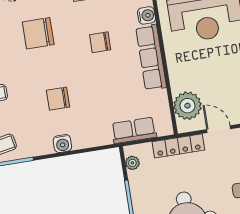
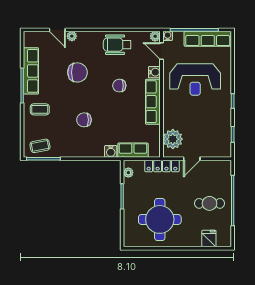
chair: (38, 33) -> (77, 72), turned 180
door: (219, 129) -> (192, 159), swing flipped
water cooler: (62, 144) -> (111, 151), moved

